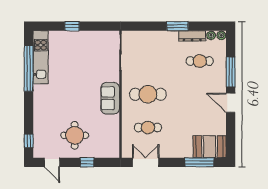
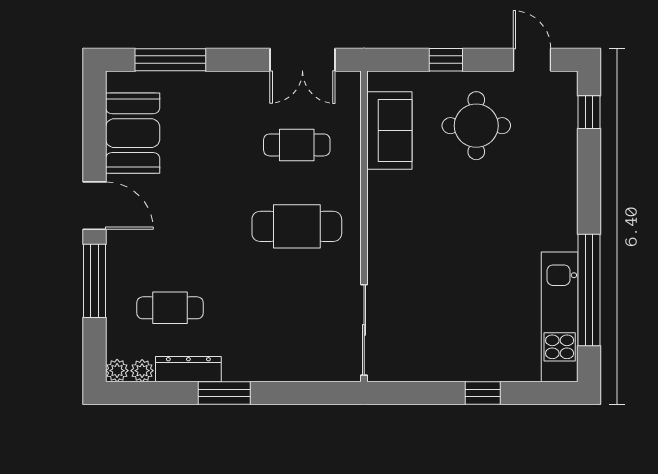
sofa: (110, 98) -> (389, 131), moved
booth: (210, 147) -> (133, 133), moved, turned 90

